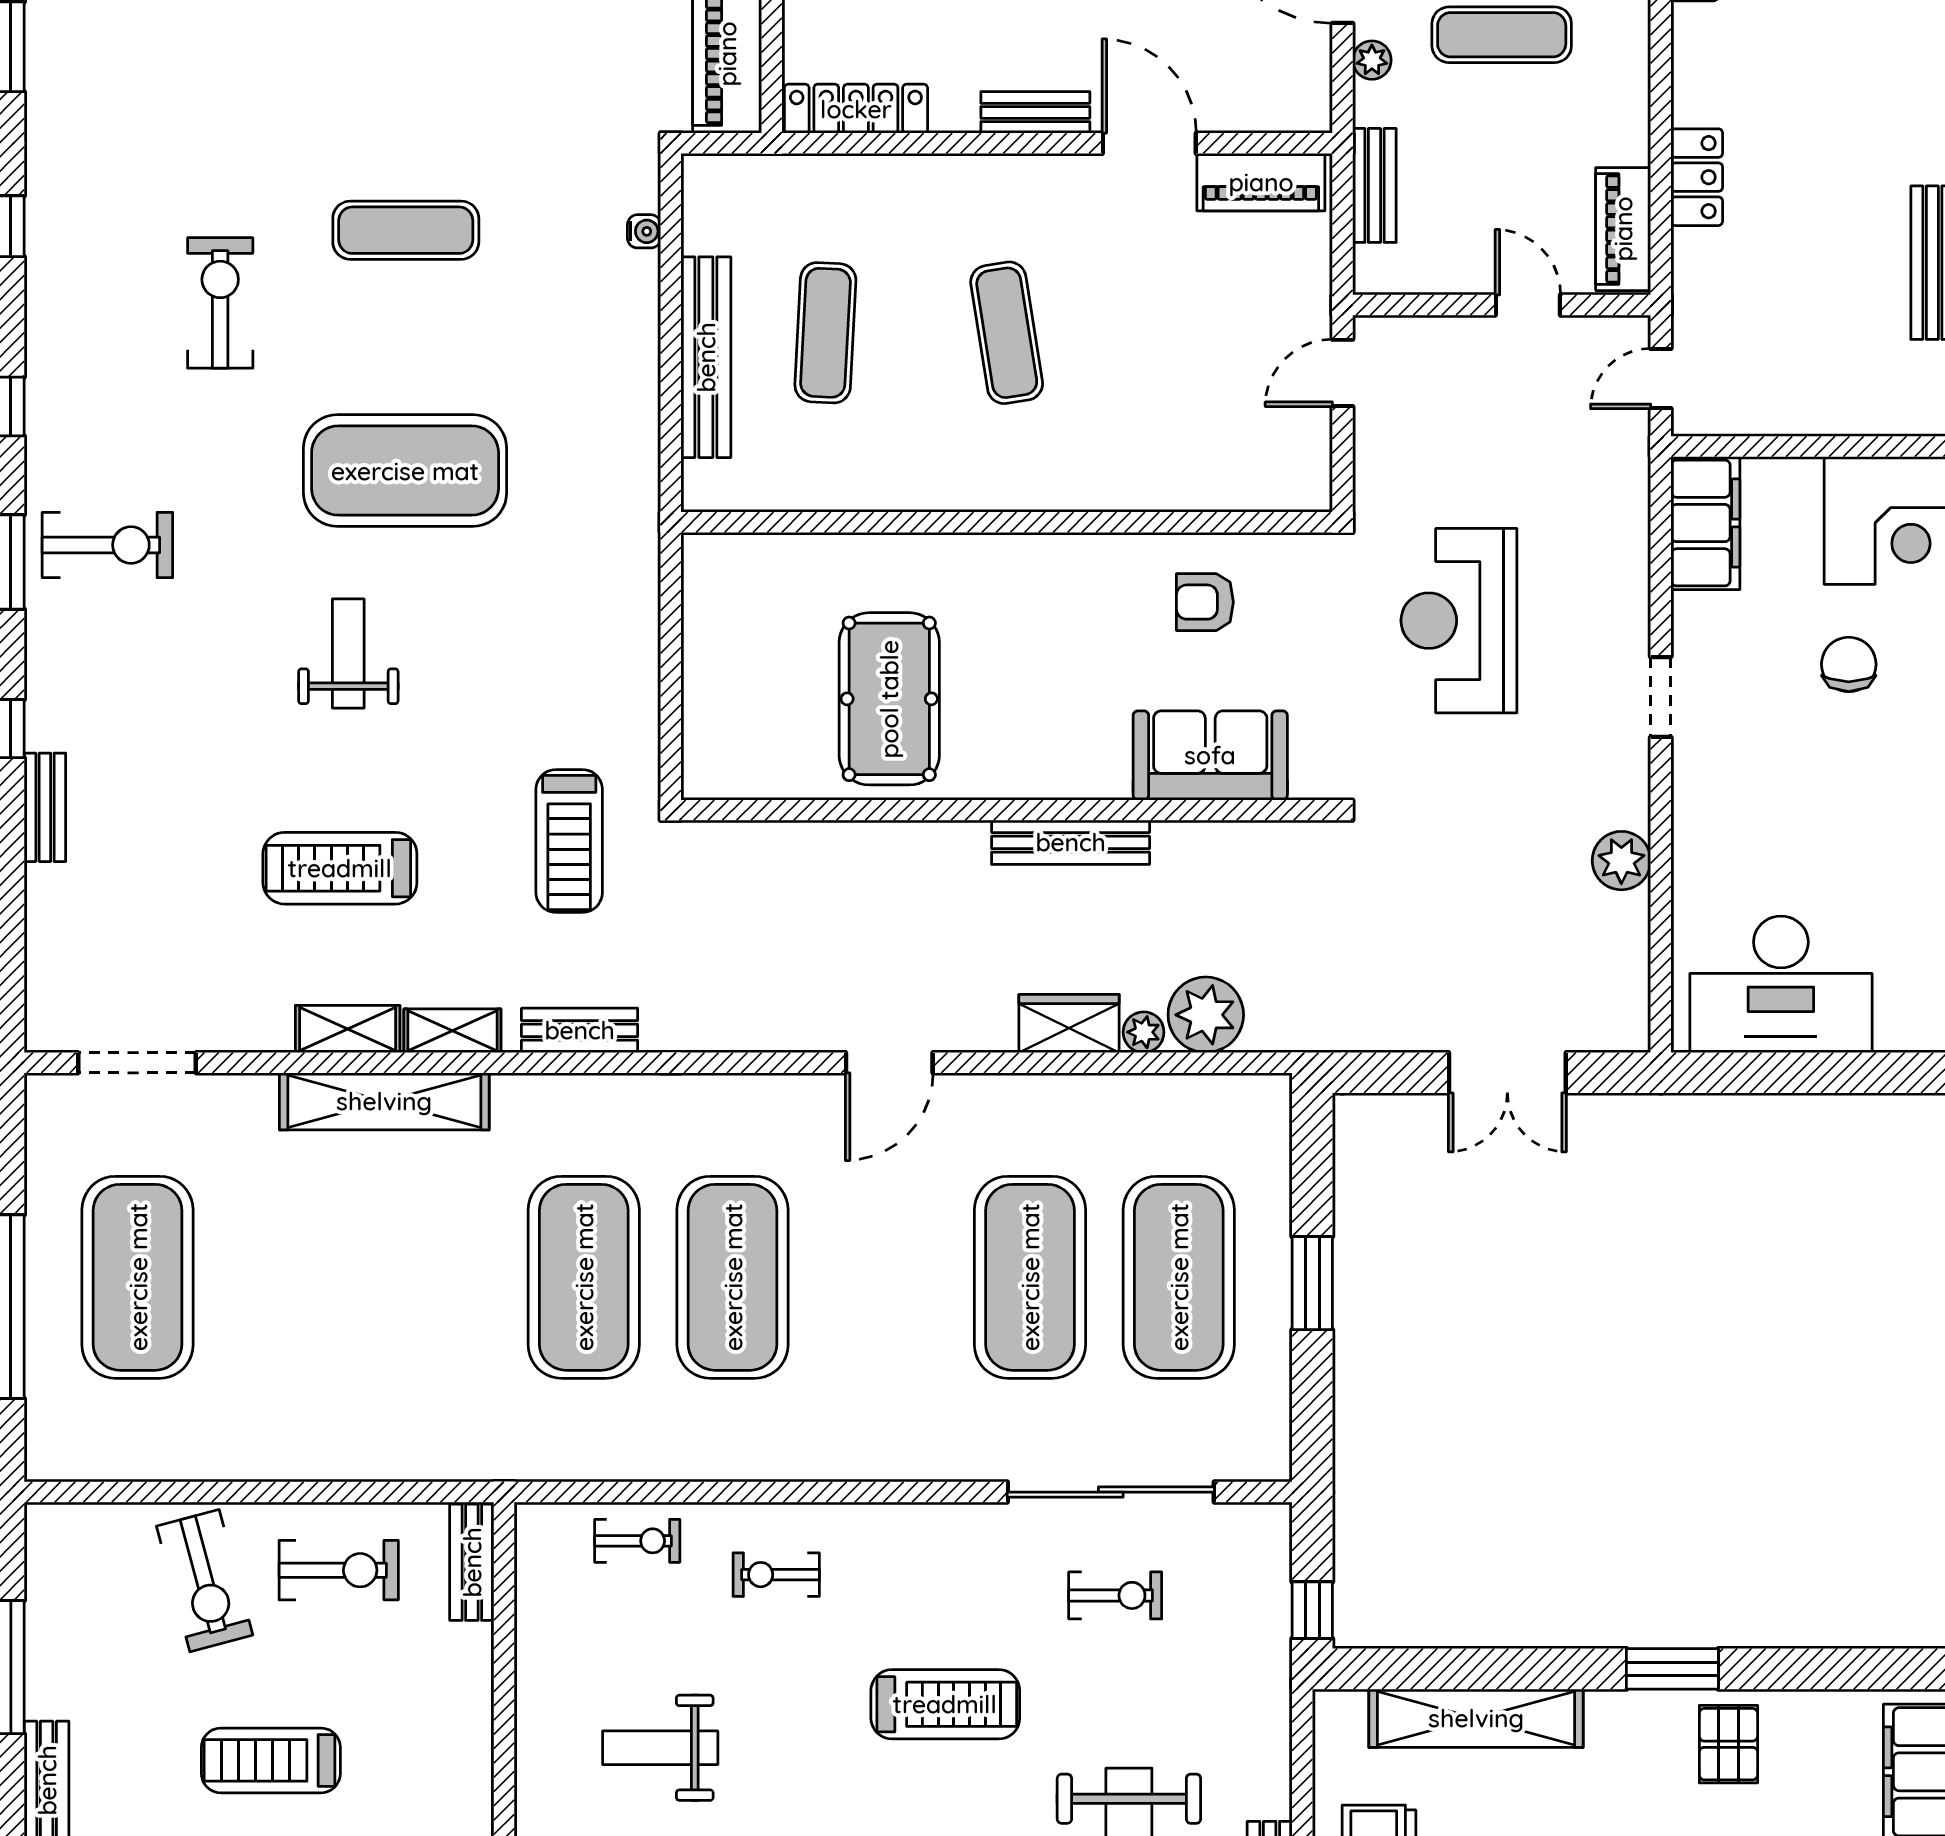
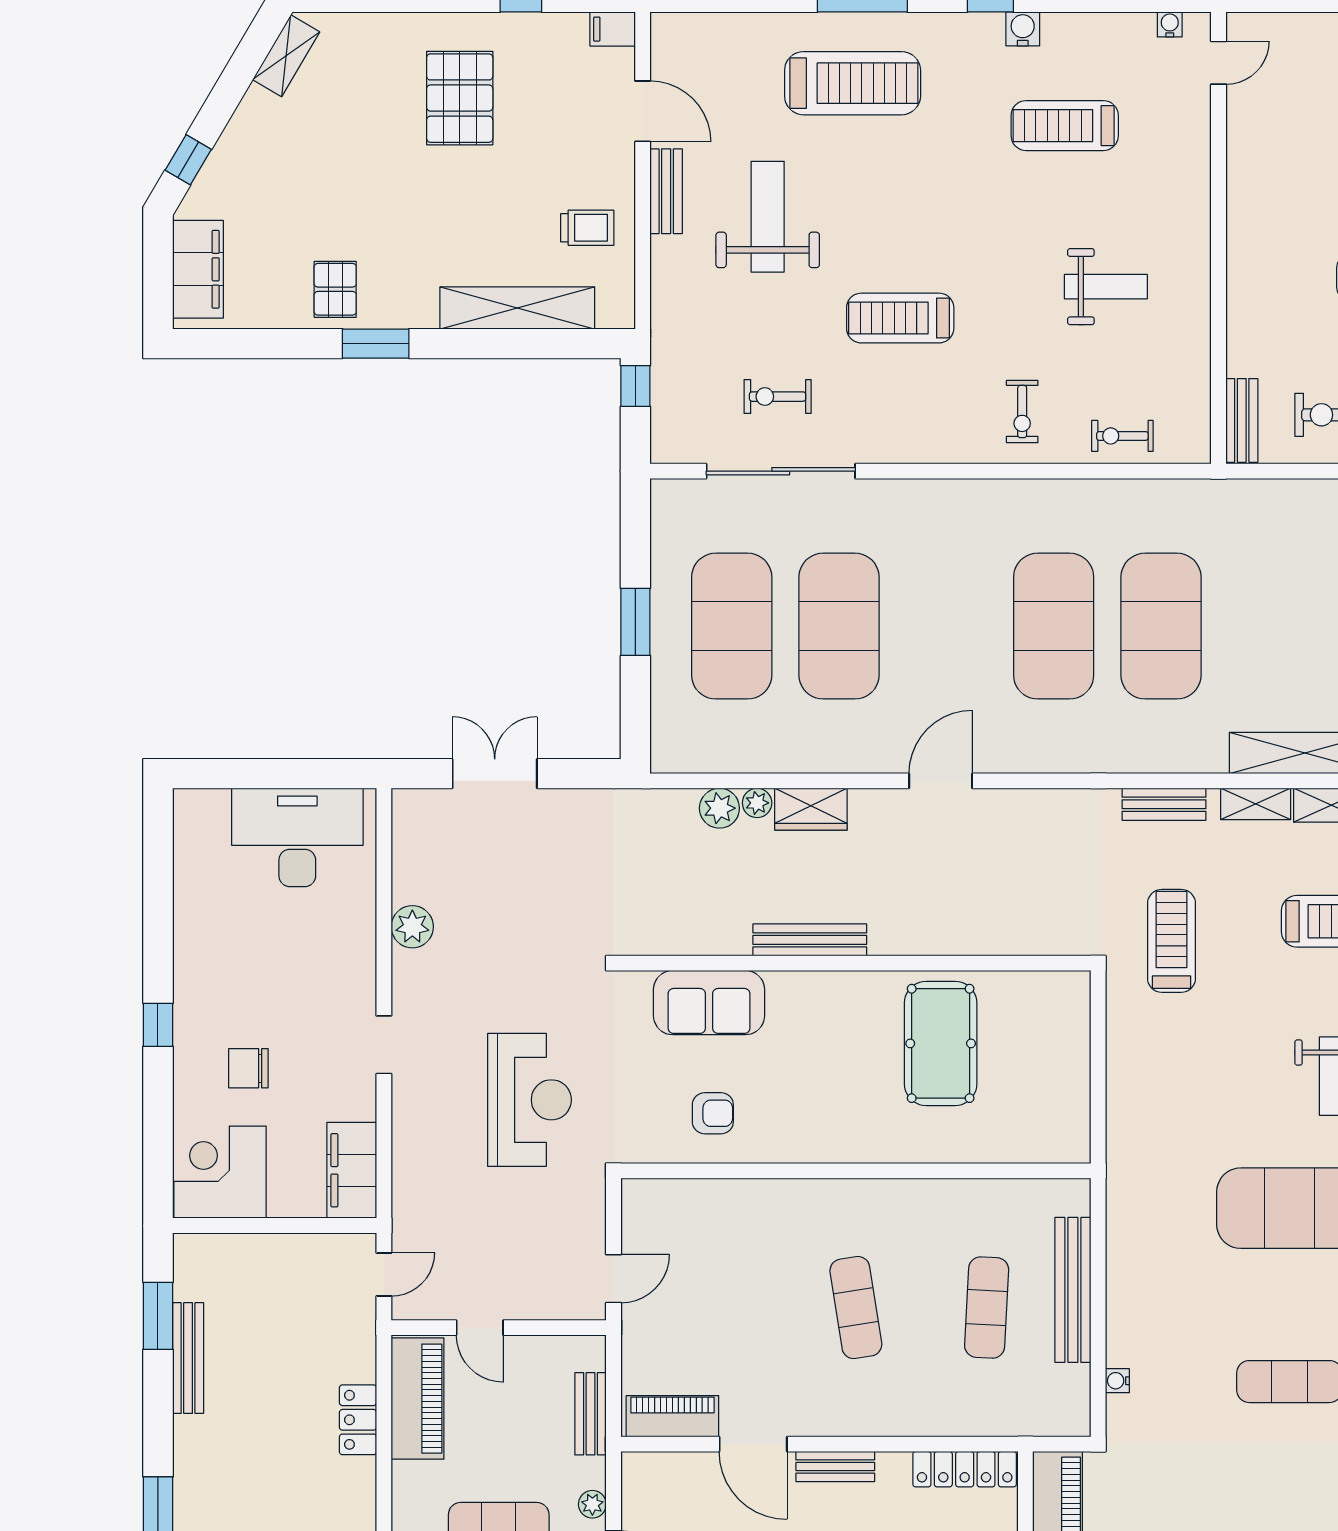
piano: (1623, 229) -> (418, 1399), width x1.37, depth x1.33
chair: (1849, 664) -> (248, 1068), turned 90
plant: (1206, 1015) -> (719, 808), width x0.73, depth x0.73
exercise bike: (776, 1575) -> (1022, 412), turned 90

